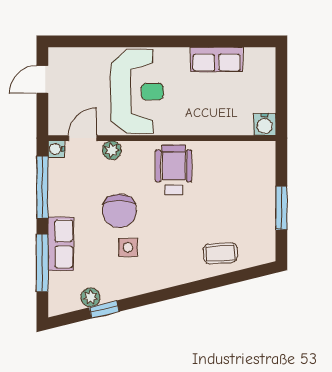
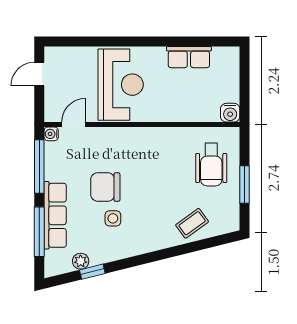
plant: (112, 150) -> (99, 135), removed
wheelchair: (174, 170) -> (211, 165), moved, turned 180
chair: (119, 211) -> (105, 187), turned 90
row of seats: (61, 244) -> (55, 215), width x1.48
coffee table: (220, 253) -> (192, 223), turned -33

